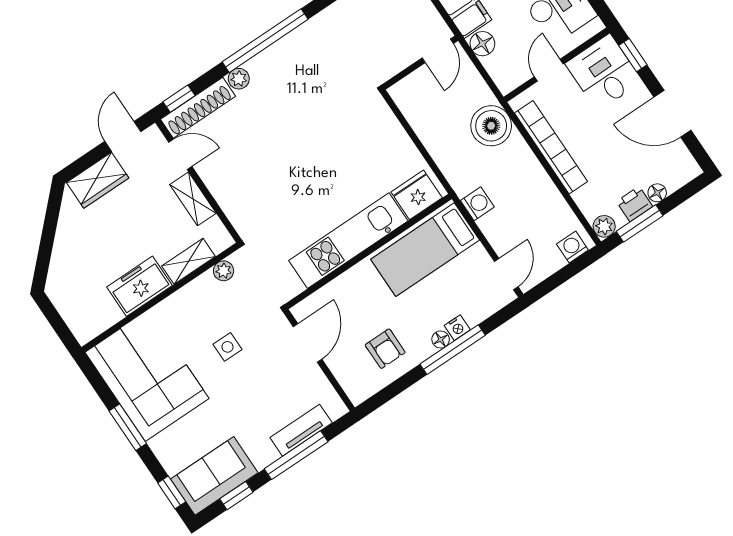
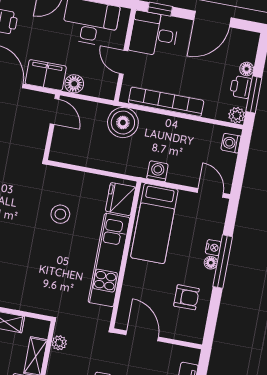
stool: (346, 152) -> (60, 214), added

